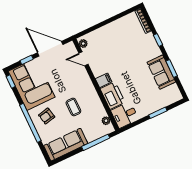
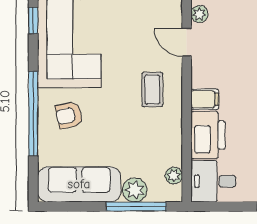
coffee table: (73, 107) -> (152, 89), moved
plant: (92, 135) -> (135, 190), added

